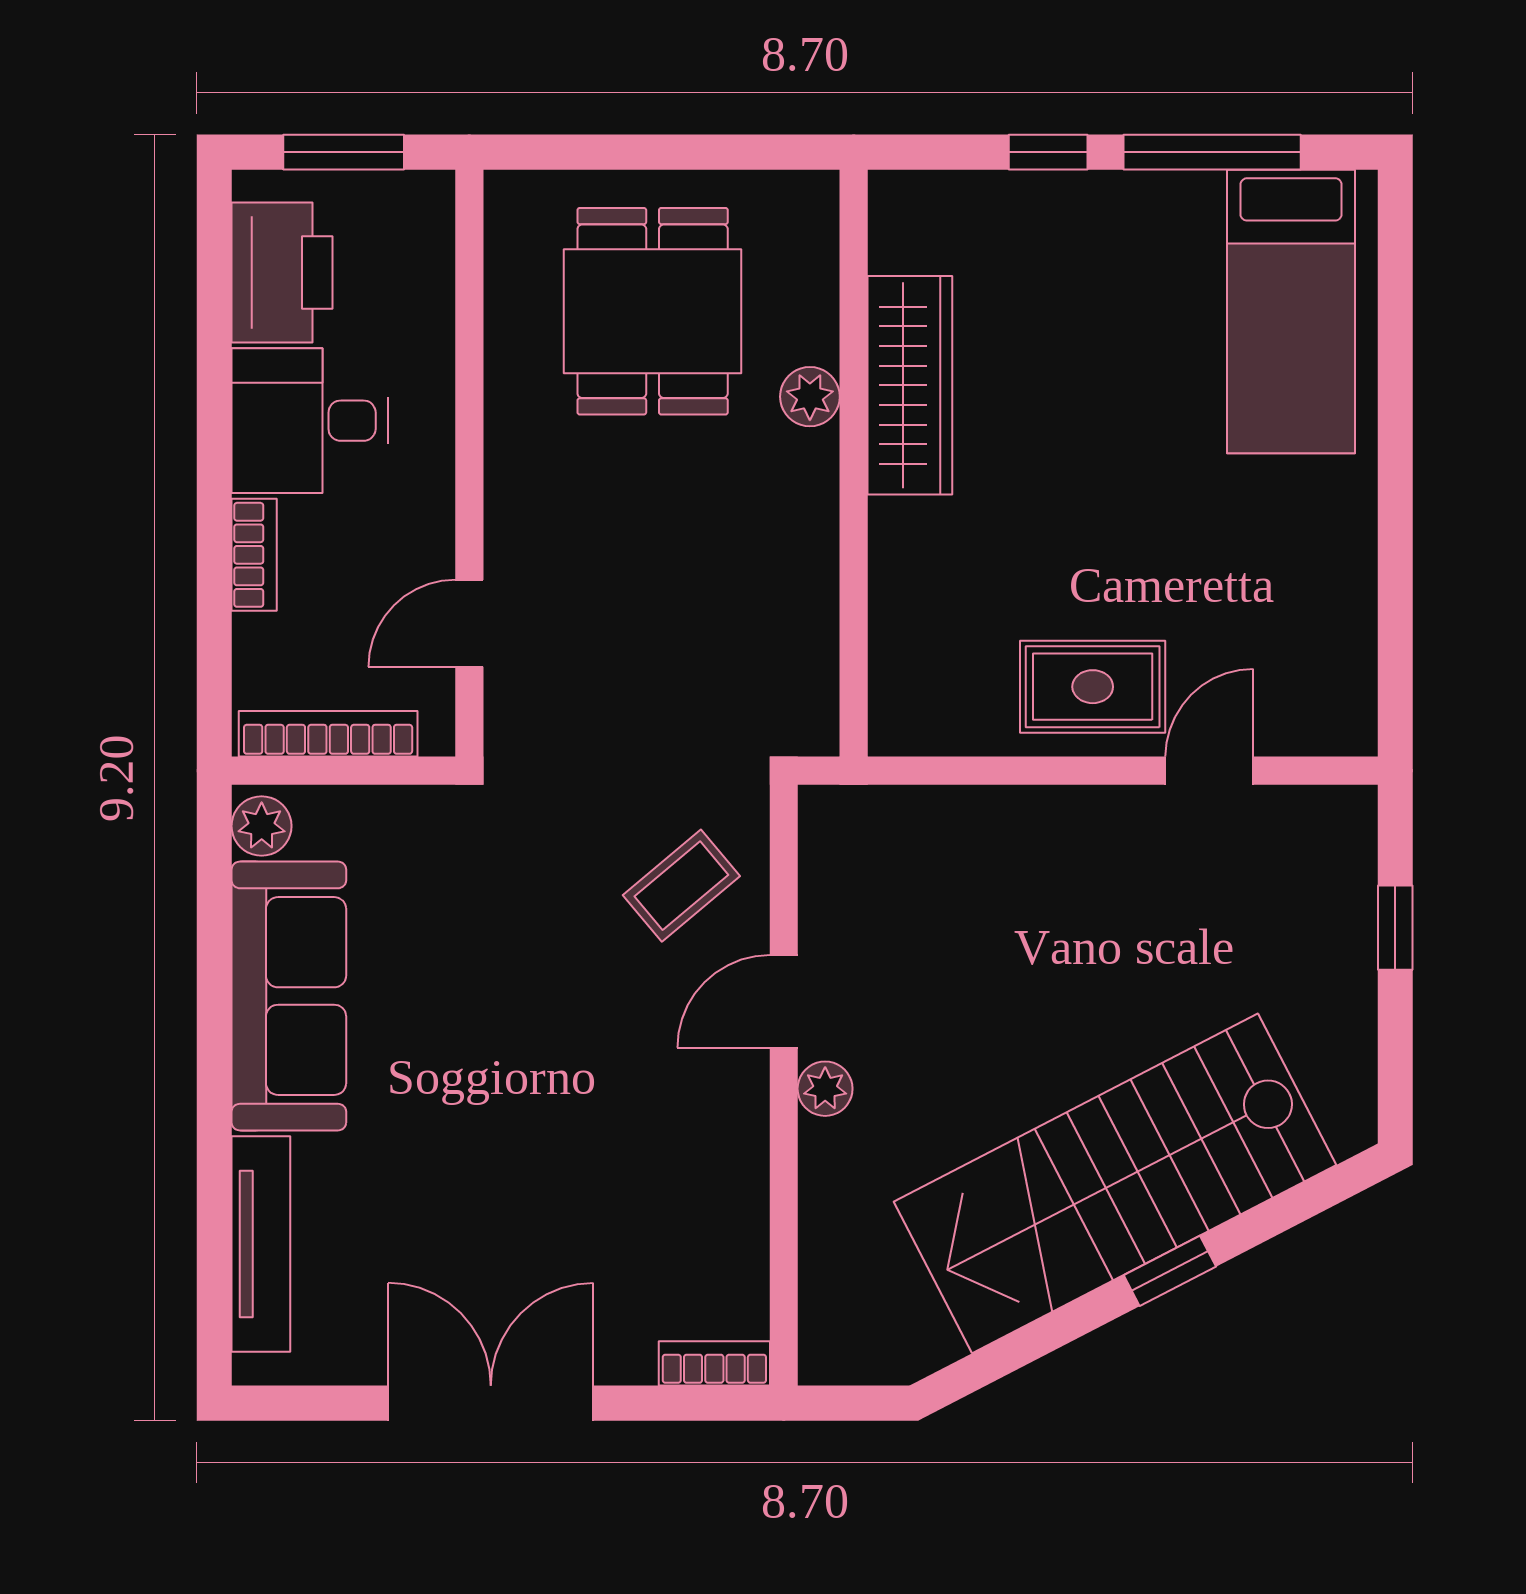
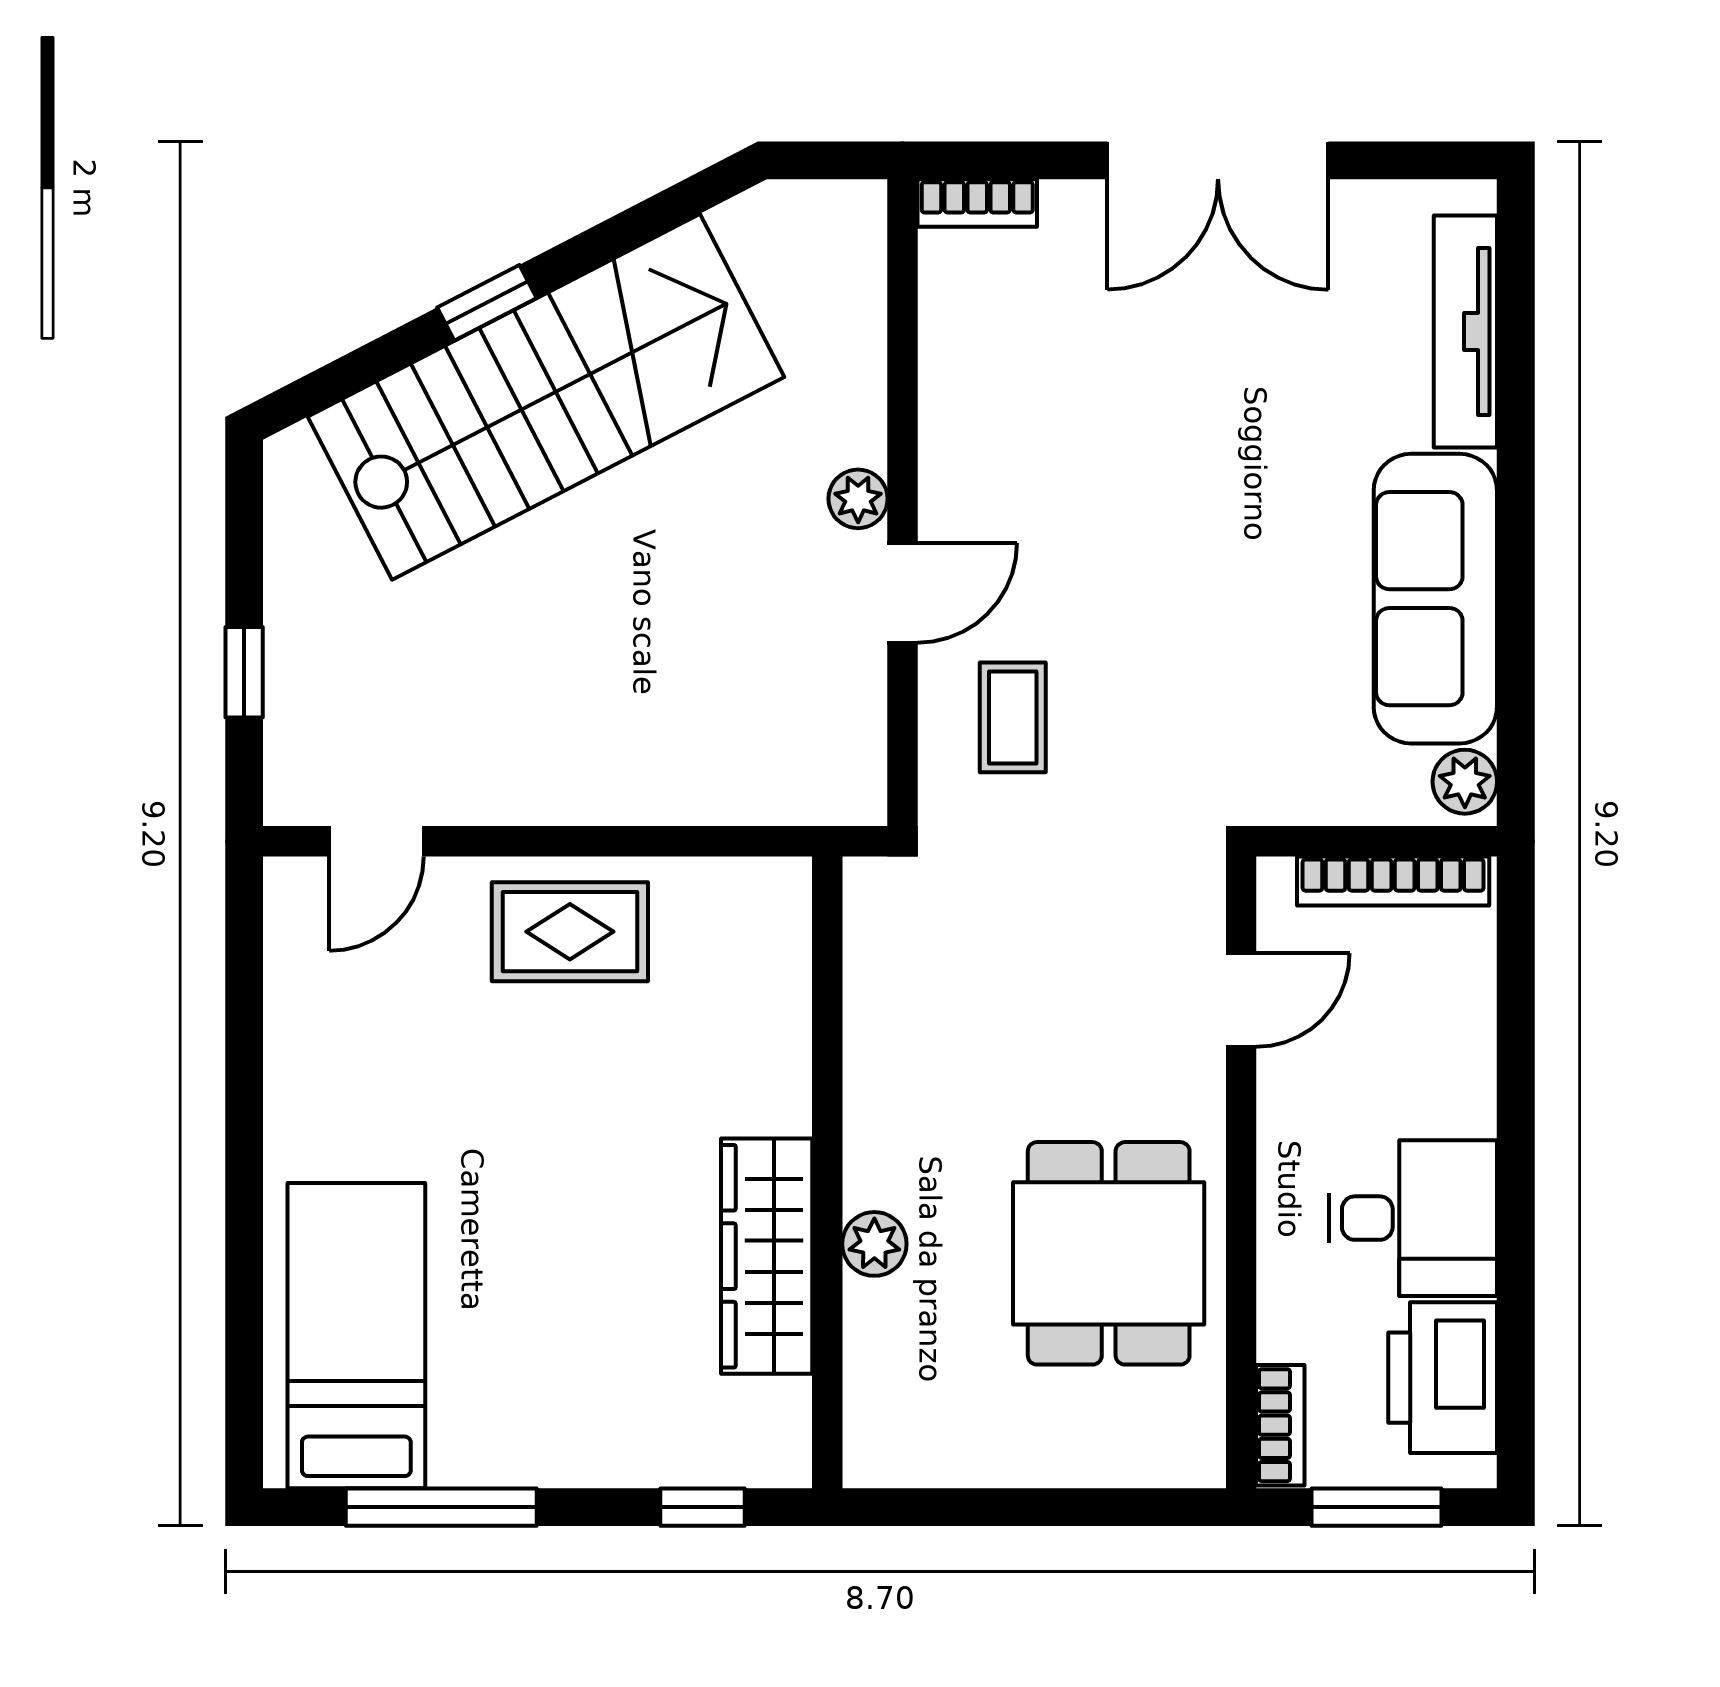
window: (1048, 152) -> (703, 1507), moved
dining table: (653, 311) -> (1109, 1253), moved
bookcase: (254, 555) -> (1280, 1425), moved, turned 180
door: (1209, 771) -> (376, 841), moved
coffee table: (681, 886) -> (1013, 717), turned -50

